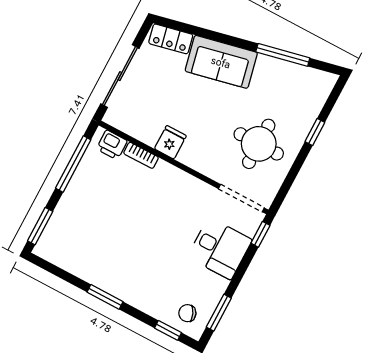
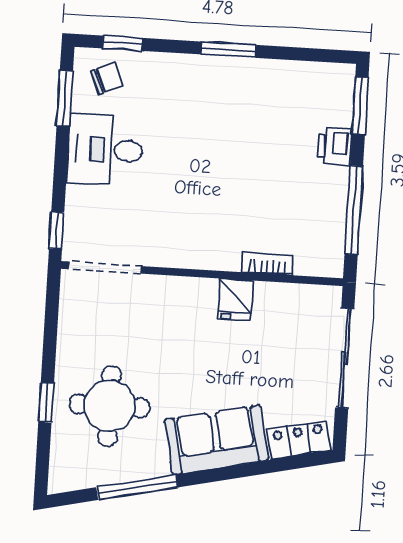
round table: (259, 144) -> (110, 406), moved
printer: (112, 145) -> (335, 146), moved, turned -90
desk: (220, 248) -> (105, 150), moved

